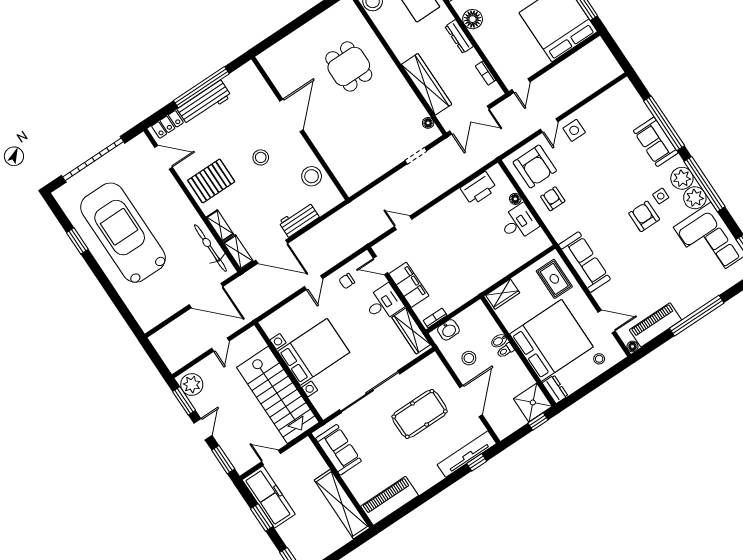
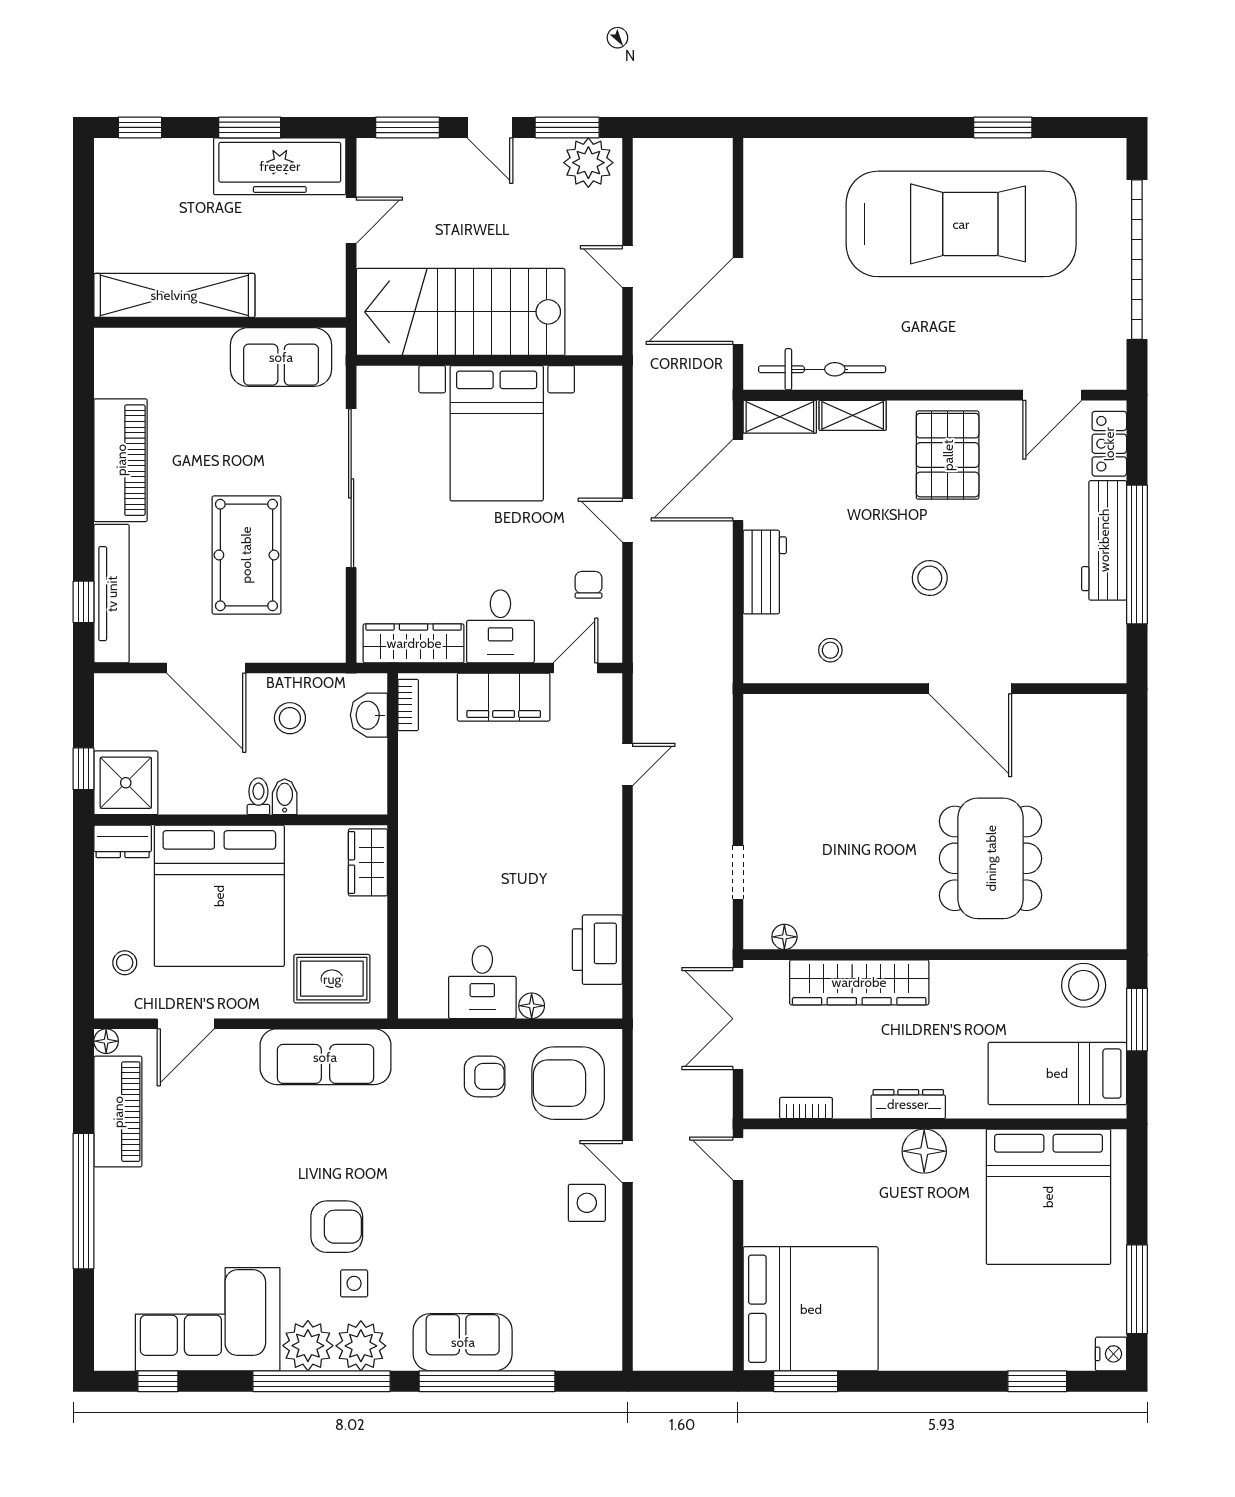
dining table: (349, 66) -> (991, 858), width x1.38
stool: (312, 176) -> (830, 650), width x0.53, depth x0.53
piano: (390, 501) -> (121, 460), moved

